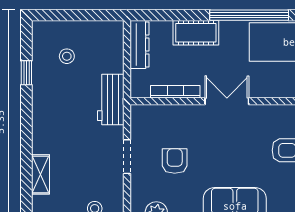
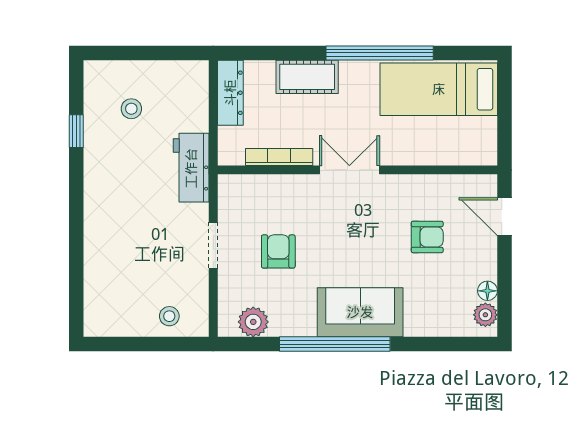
shelving: (40, 174) -> (95, 270), removed

